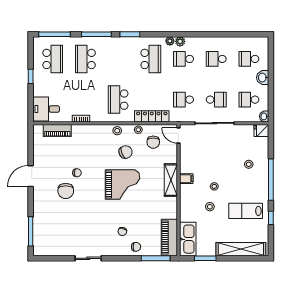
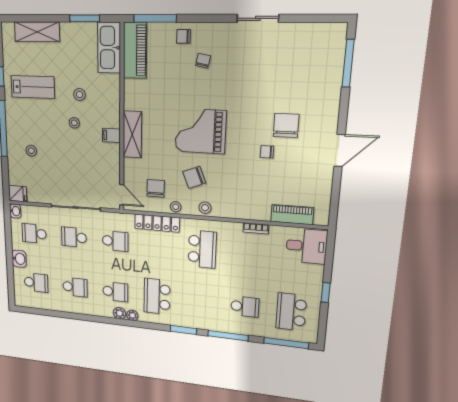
school desk: (85, 59) -> (245, 307), width x0.54
school desk: (249, 100) -> (34, 234), turned 180
shelving: (241, 249) -> (37, 32), width x0.68

